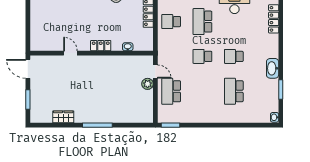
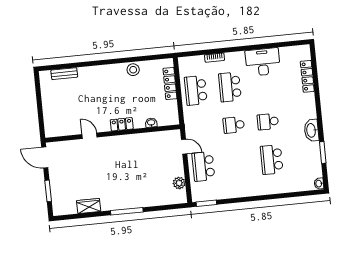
school desk: (171, 22) -> (196, 90), width x1.85
plant: (148, 84) -> (179, 183), moved

